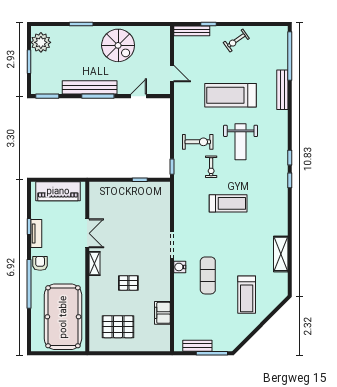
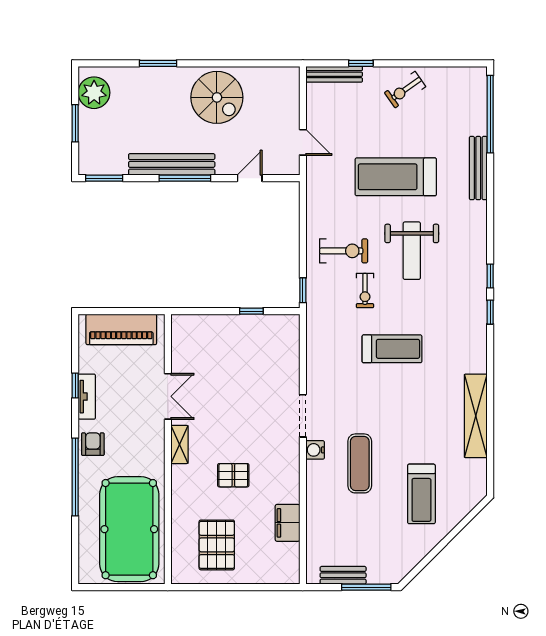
shelving: (281, 254) -> (476, 416), width x1.47
pallet: (118, 327) -> (217, 545), turned 90

